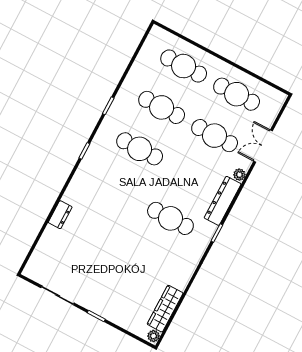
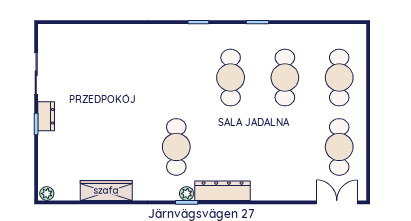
cafe table: (215, 136) -> (285, 147), removed
double door: (263, 146) -> (337, 202), moved
plant: (239, 175) -> (187, 194), moved
dresser: (60, 215) -> (46, 116), moved, turned -90
wardrobe: (165, 309) -> (106, 190), moved

